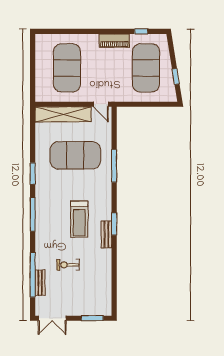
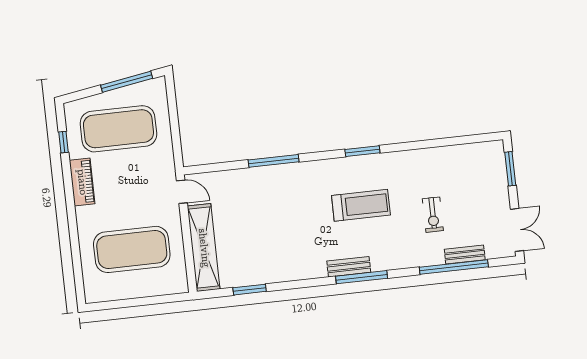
window: (176, 77) -> (127, 82), width x2.17
door: (101, 104) -> (182, 192), hinge flipped
exercise mat: (75, 155) -> (264, 222), removed
window: (33, 174) -> (250, 290), moved
bench: (106, 234) -> (349, 267), moved

